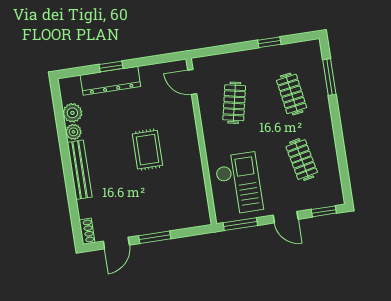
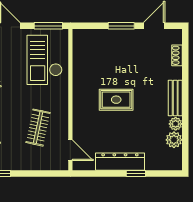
dresser: (110, 81) -> (120, 162), moved
rug: (147, 150) -> (116, 100), turned 90
bench: (80, 170) -> (175, 98), width x0.73
shoe rack: (87, 231) -> (177, 55), moved

